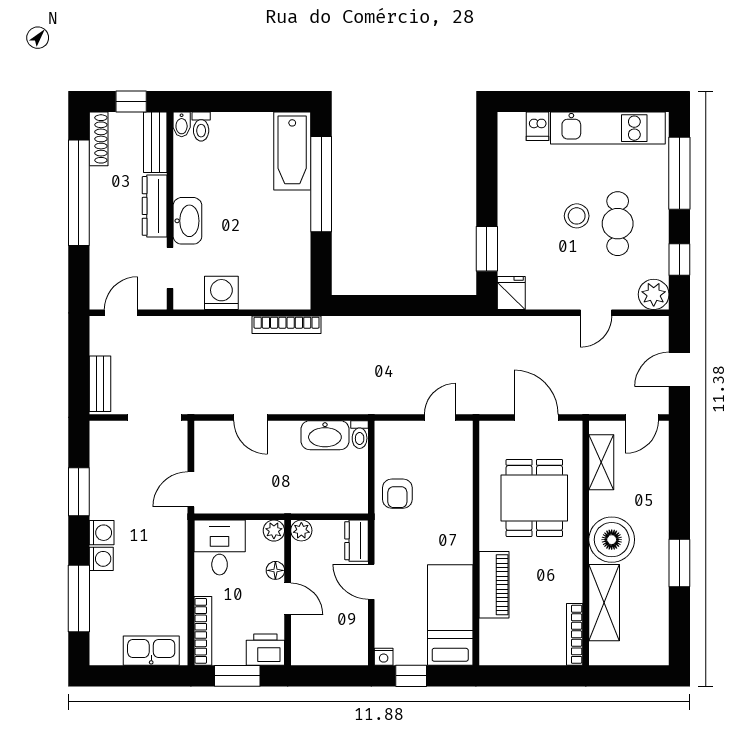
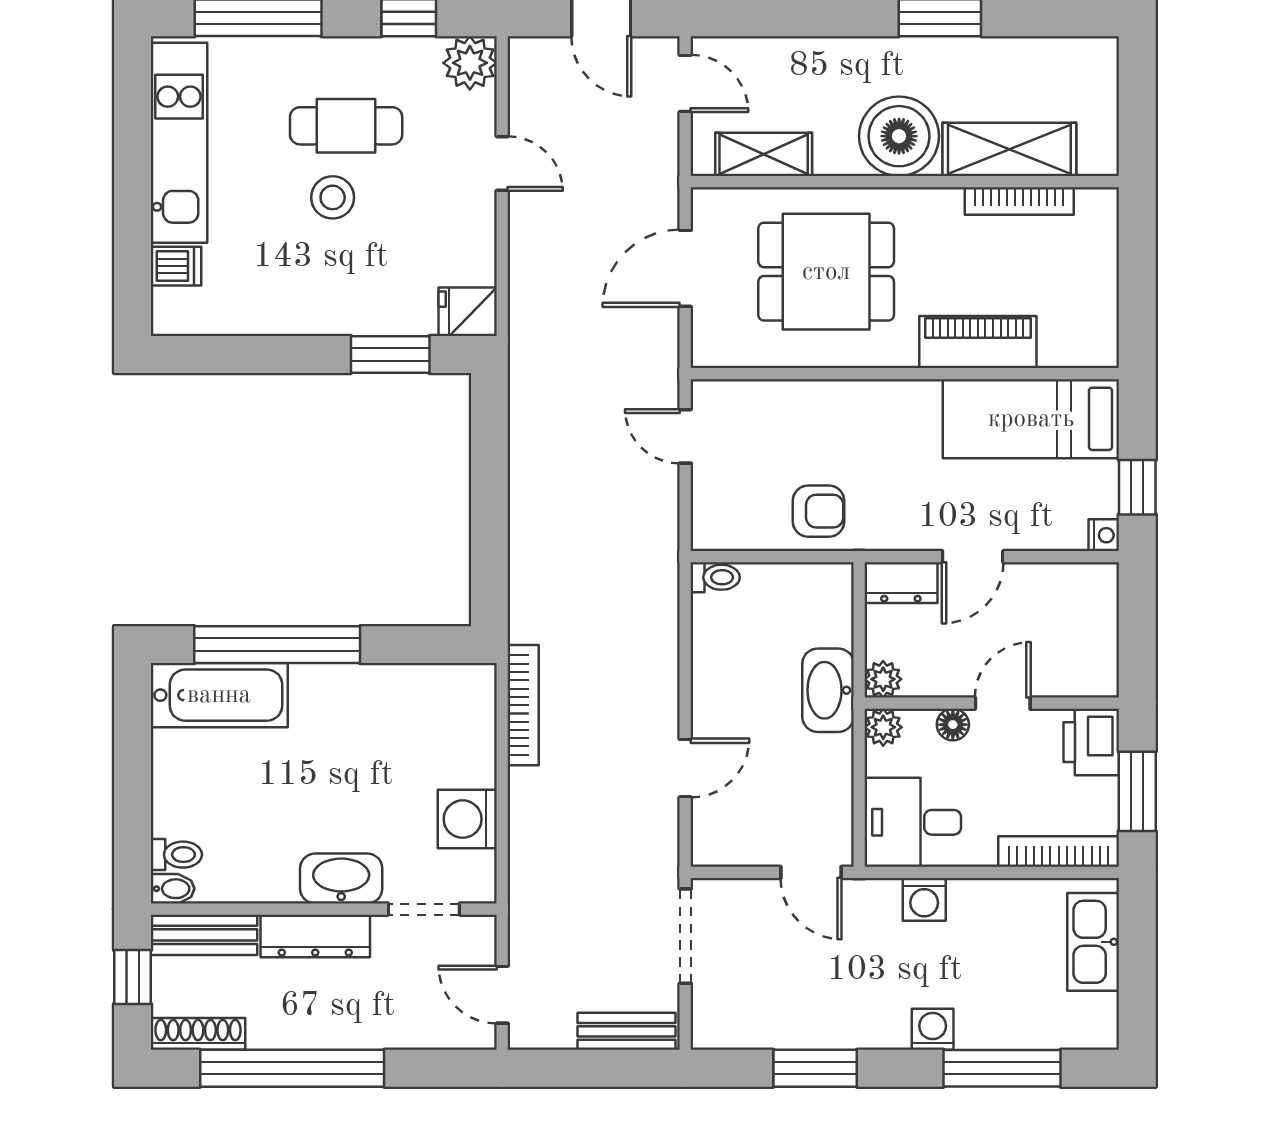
washbasin: (325, 435) -> (828, 690), moved, turned 180
washing machine: (102, 533) -> (924, 899), moved, turned 180
bookcase: (575, 634) -> (1019, 201), moved

